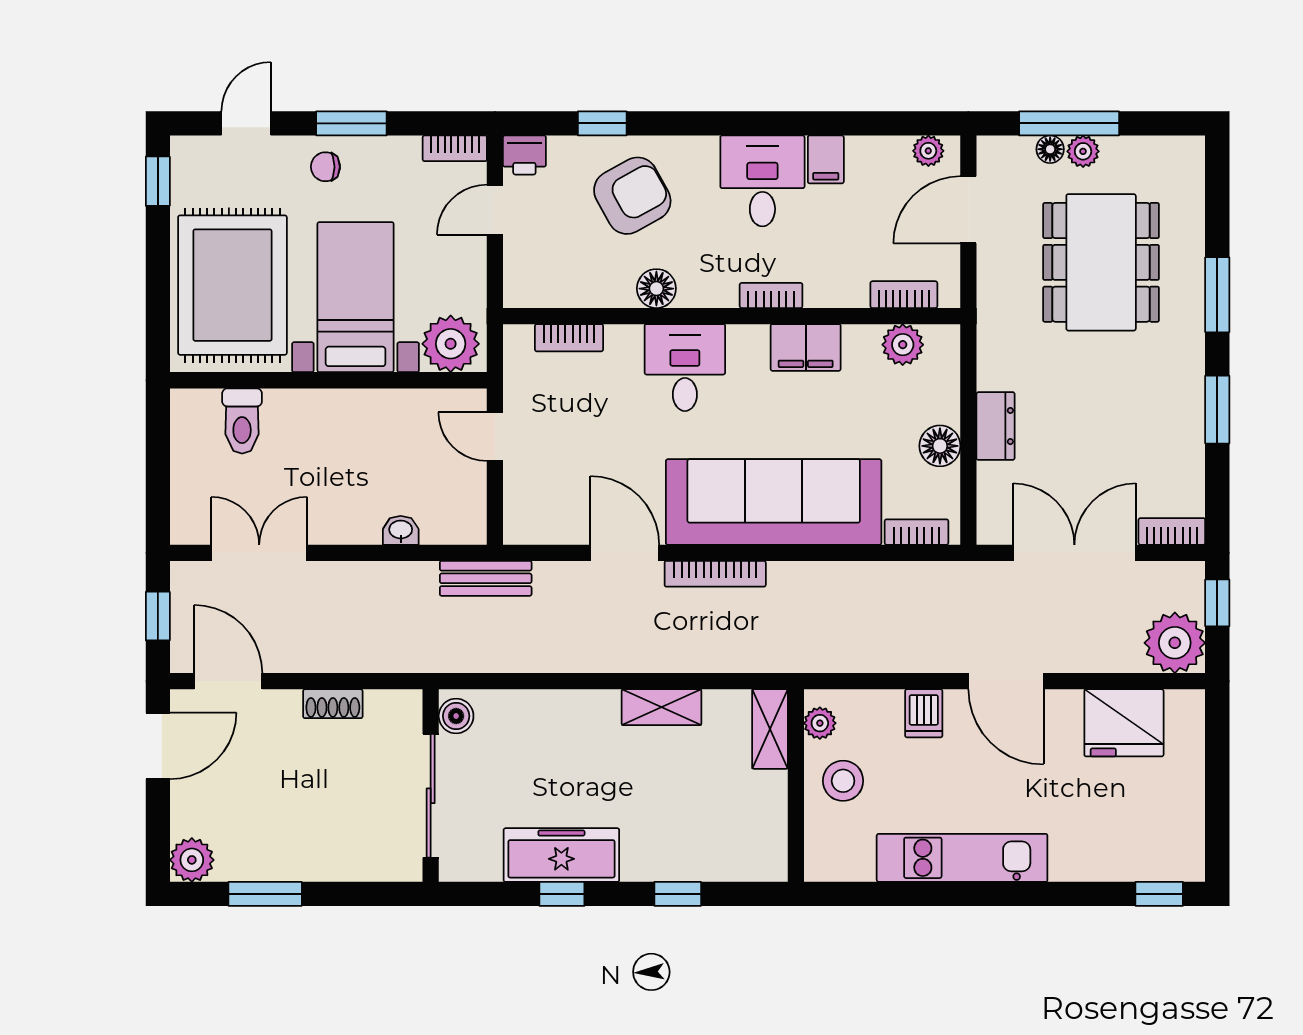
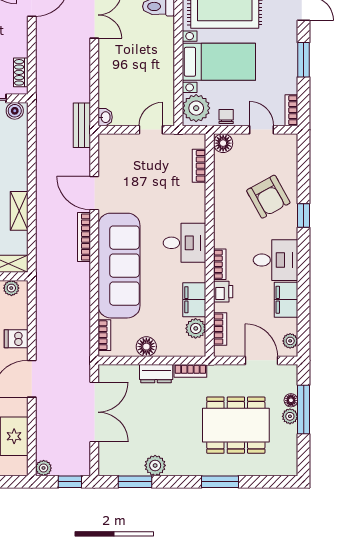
window: (602, 123) -> (304, 215), moved
printer: (524, 155) -> (223, 292), moved, turned 180
filing cabinet: (826, 159) -> (286, 300), width x2.00
chair: (325, 167) -> (226, 117), moved
floor lamp: (656, 289) -> (223, 143), moved
filing cabinet: (806, 347) -> (194, 300), moved
desk: (685, 368) -> (185, 243), moved
window: (1217, 410) -> (135, 482), moved
plant: (1184, 428) -> (155, 465), added
washbasin: (401, 530) -> (105, 117), moved
bookcase: (1172, 531) -> (190, 371), moved, turned 90
door: (625, 553) -> (94, 193), swing flipped
plant: (1175, 643) -> (44, 468), width x0.53, depth x0.53
shoe rack: (333, 704) -> (21, 72), moved

